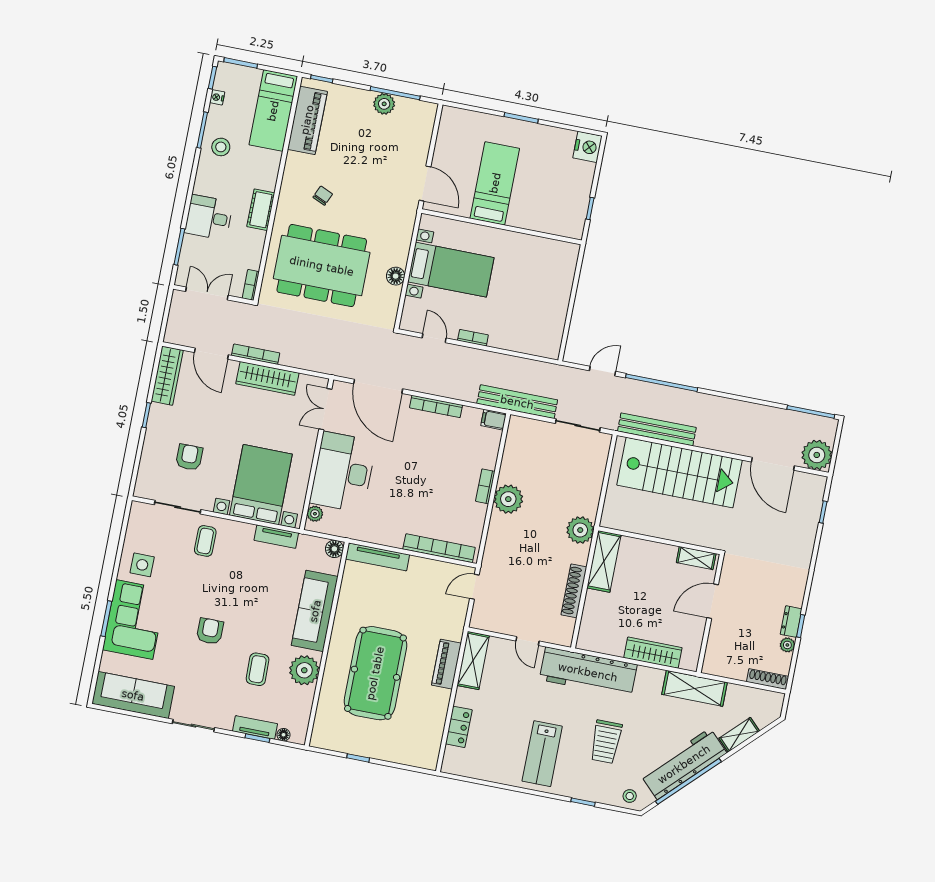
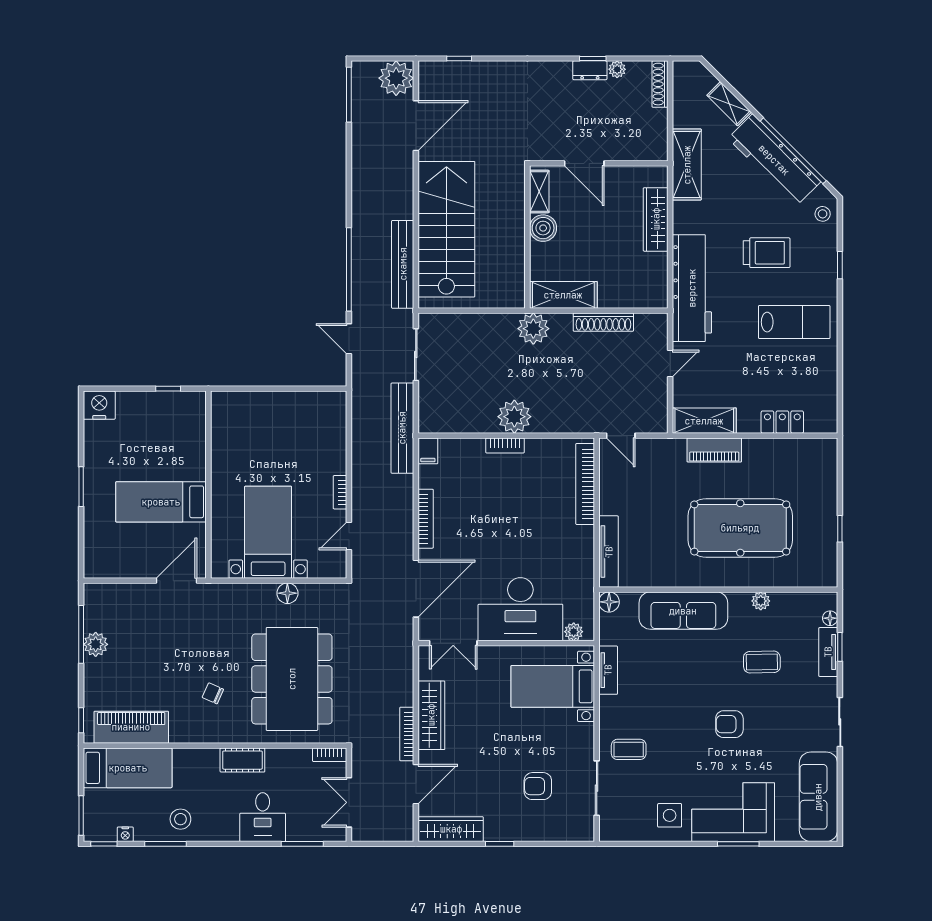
bed with nightstands: (261, 485) -> (553, 686), width x0.73
boiler: (664, 555) -> (543, 228), added
plant: (304, 670) -> (761, 601), width x0.53, depth x0.53

